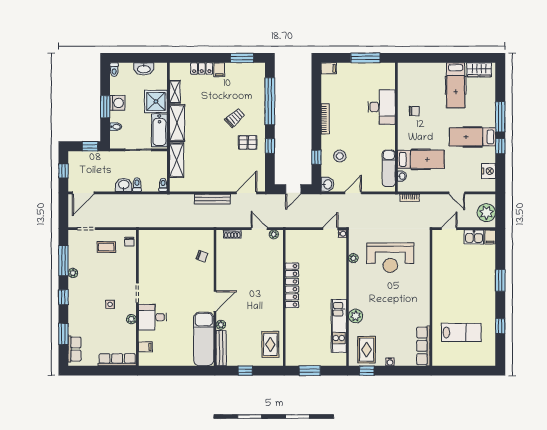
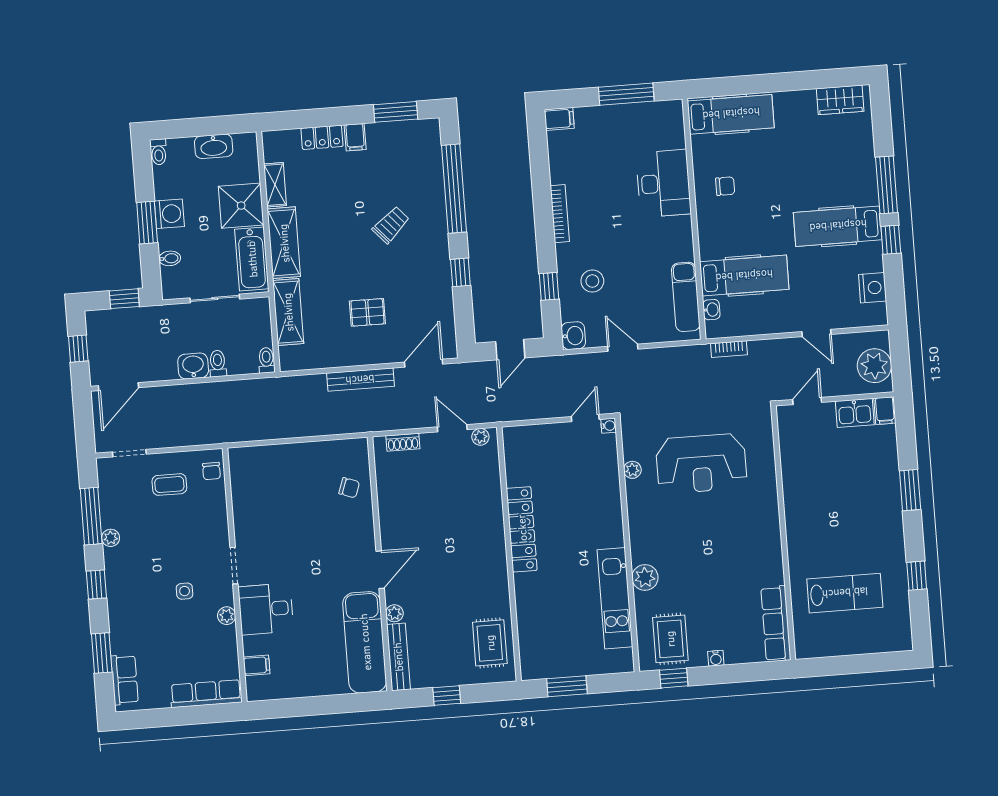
hospital bed: (456, 85) -> (731, 114), moved, turned -90
pallet: (248, 142) -> (367, 312), moved
door: (353, 193) -> (623, 348), hinge flipped

